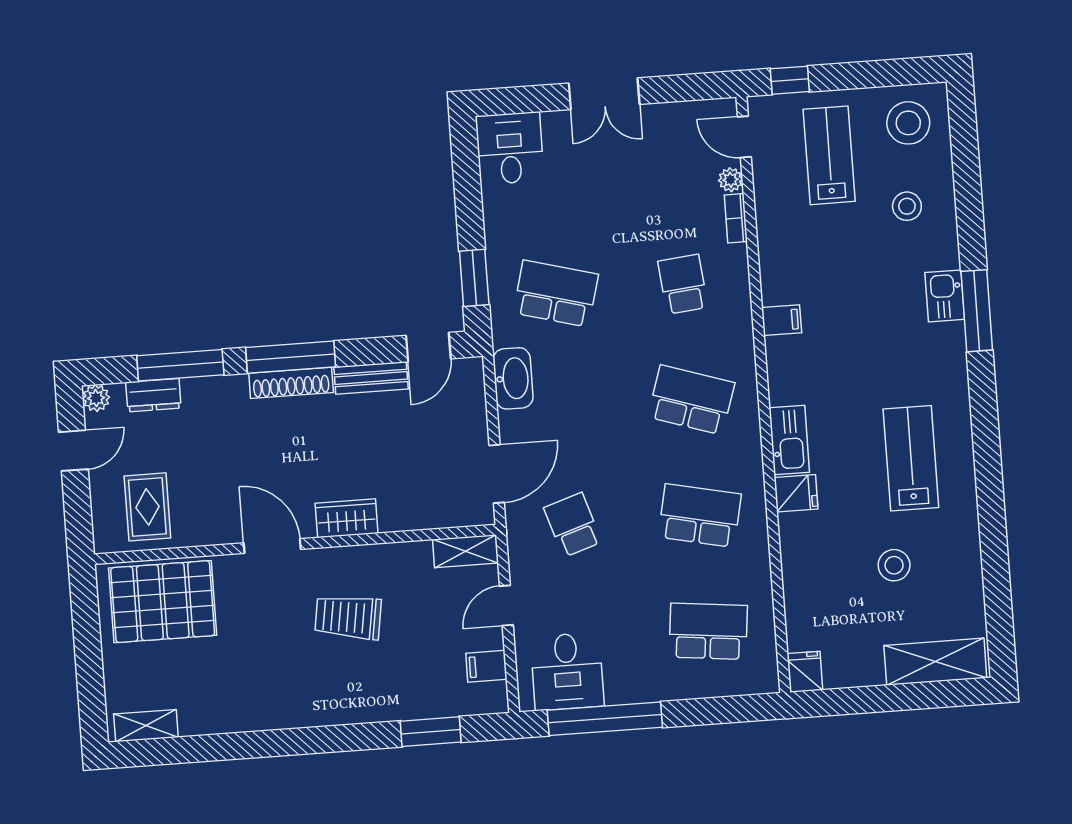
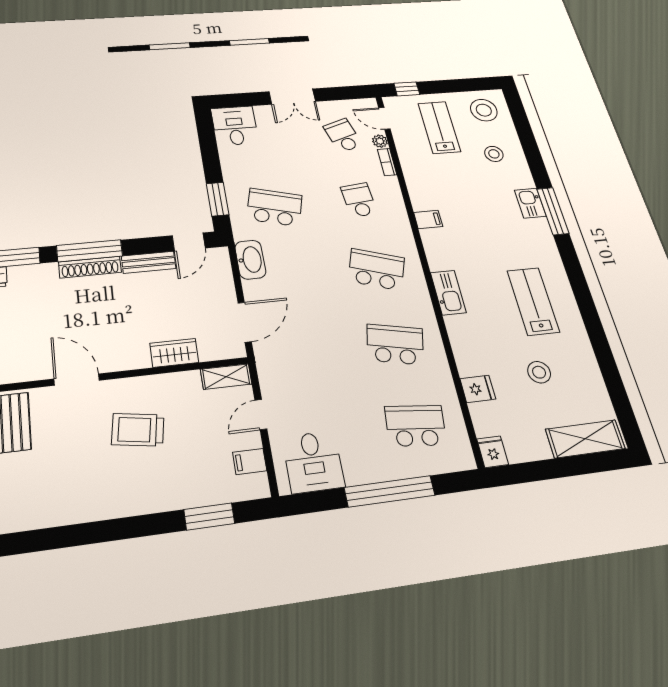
fridge: (796, 493) -> (478, 389), moved
wardrobe: (347, 518) -> (174, 353), moved
school desk: (573, 525) -> (343, 136), moved
window: (605, 719) -> (390, 491), moved

